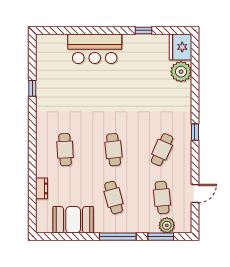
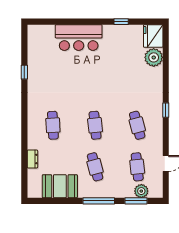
cafe table: (162, 150) -> (137, 125), turned -39

